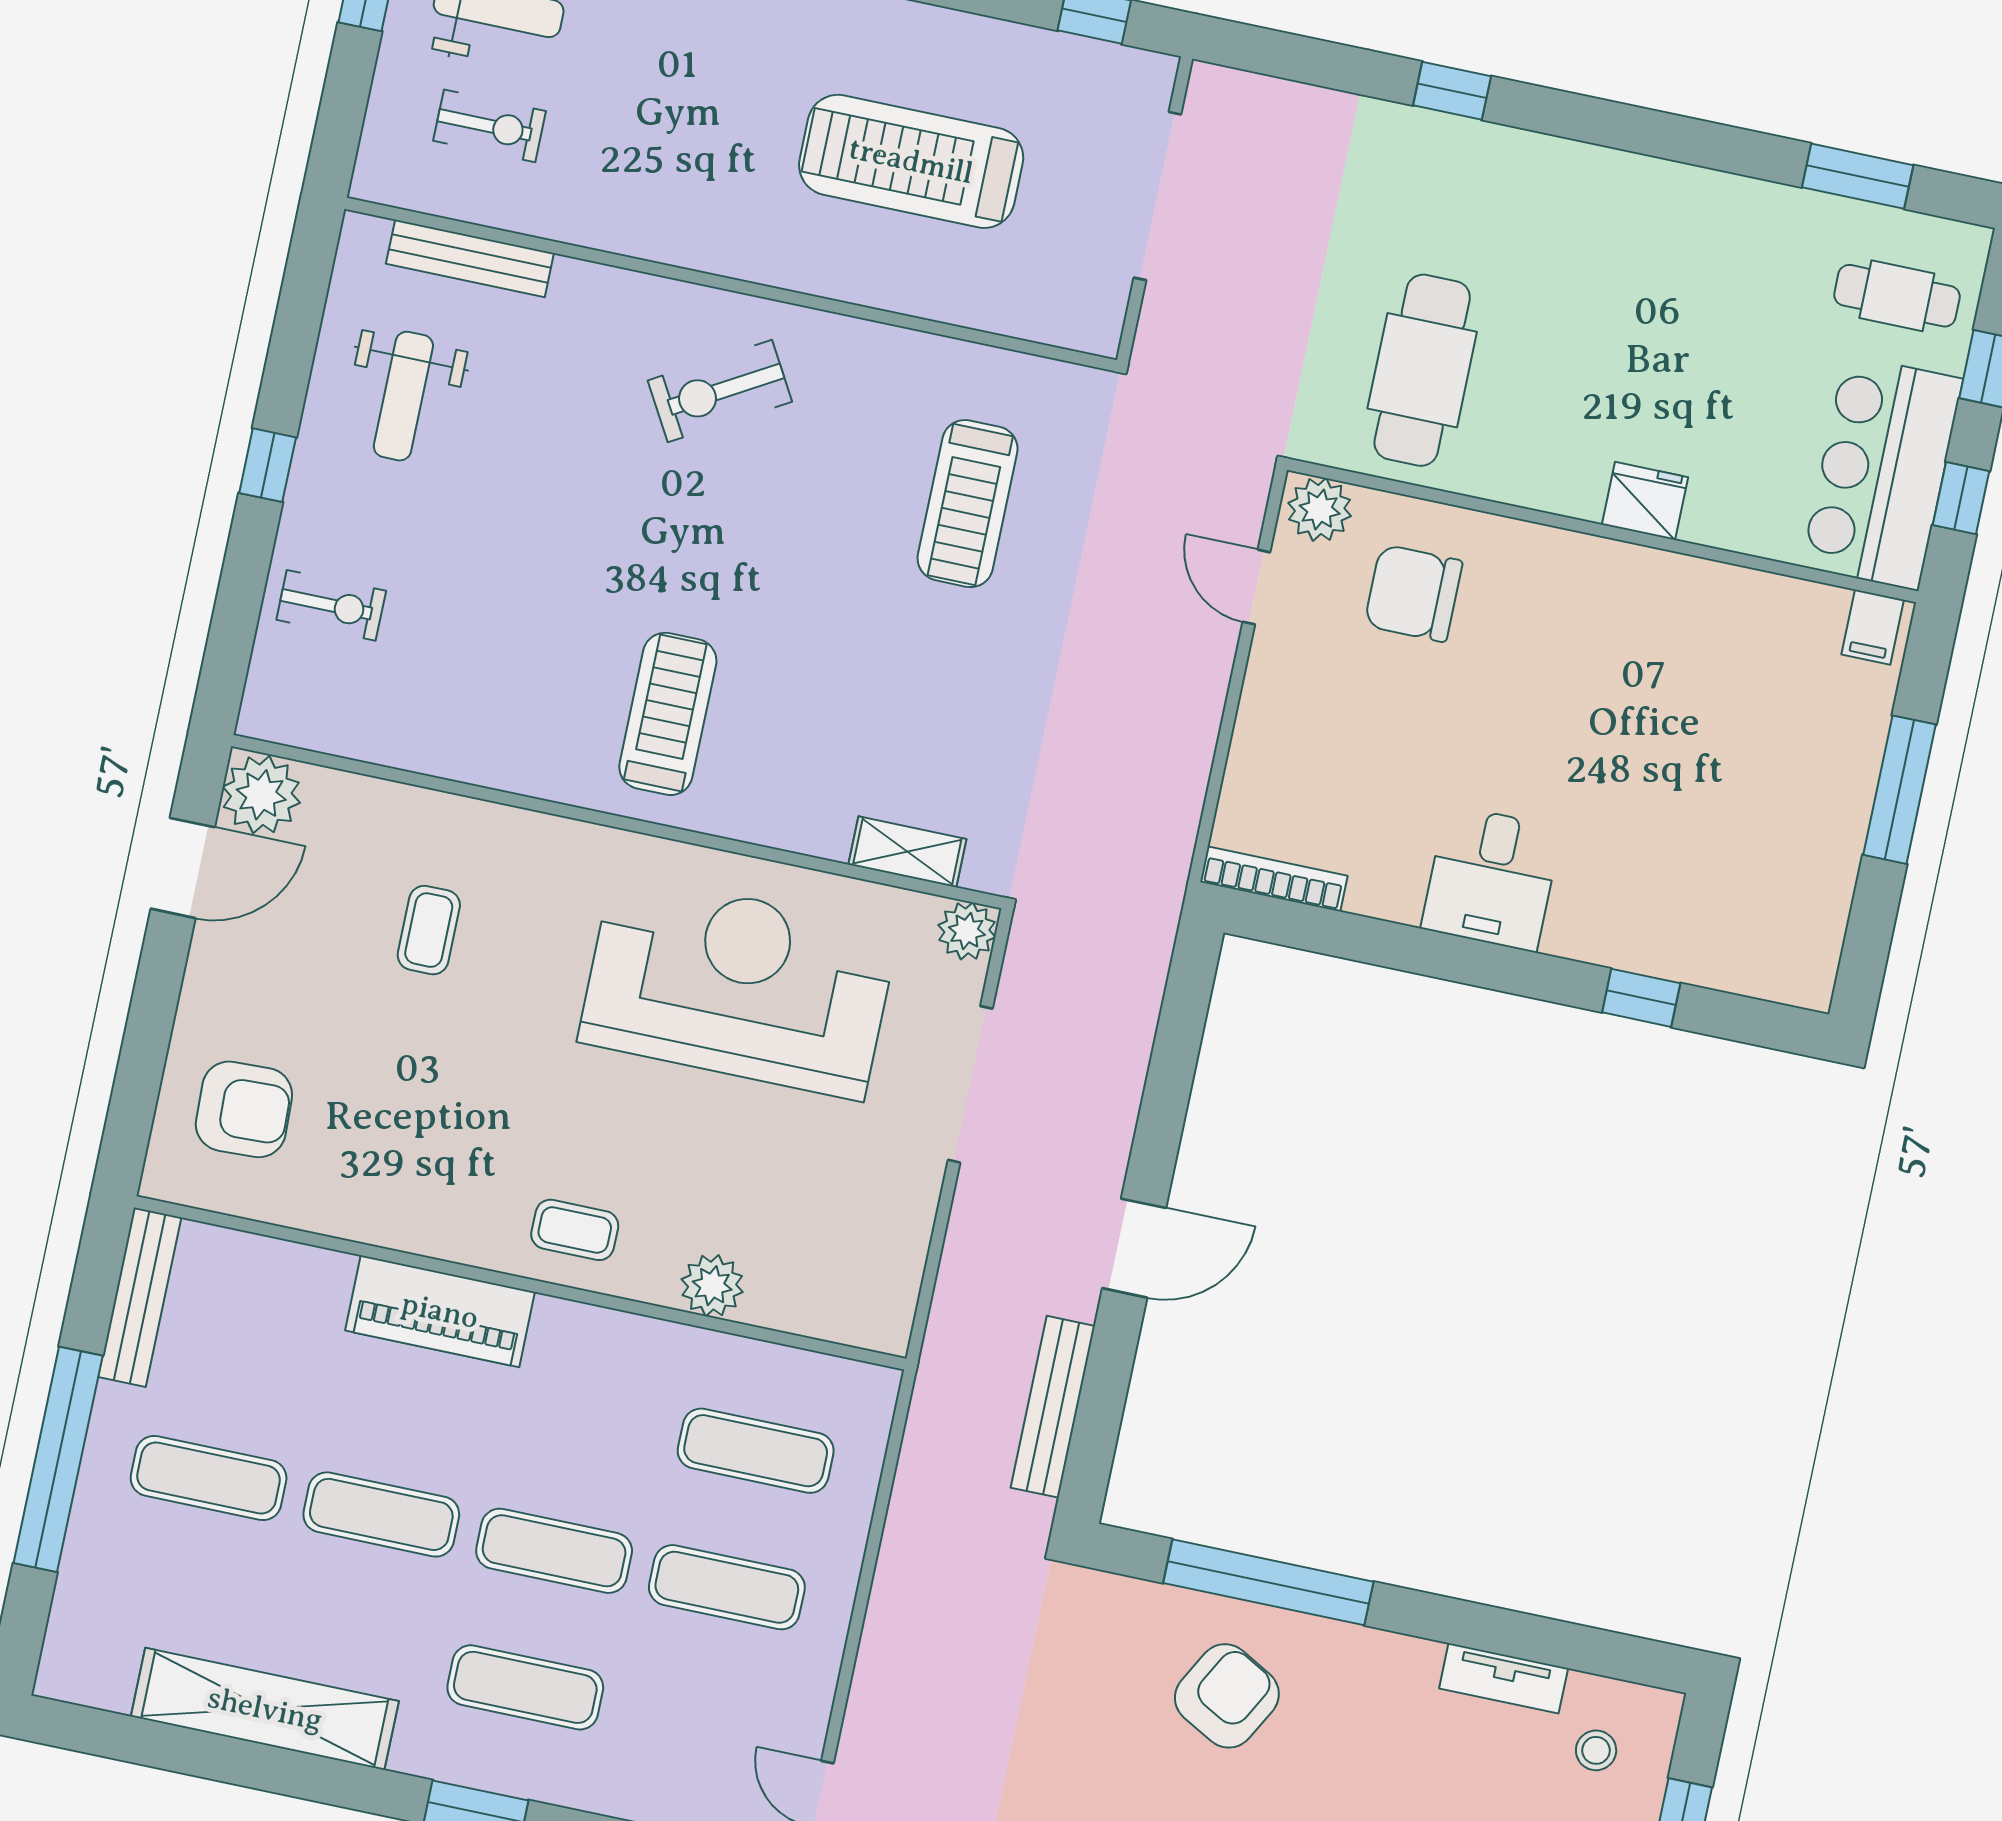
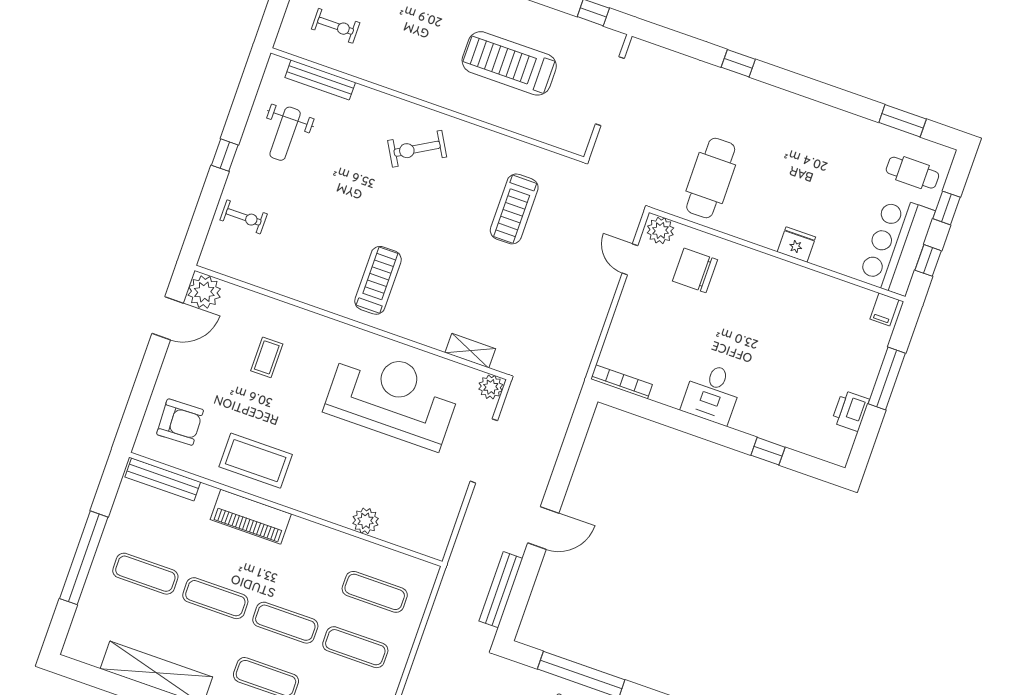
printer: (1823, 877) -> (850, 411), added
coffee table: (575, 1230) -> (256, 461), moved, width x1.86, depth x1.72
bench: (140, 1297) -> (163, 480), moved, turned 90

